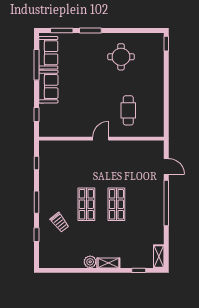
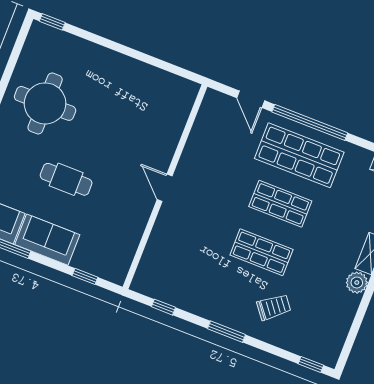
round table: (121, 57) -> (45, 103), width x1.36, depth x1.36
cafe table: (128, 110) -> (66, 179), moved
door: (166, 166) -> (251, 99), swing flipped
shop shelf: (146, 204) -> (299, 155), added
window: (36, 235) -> (311, 364), moved

